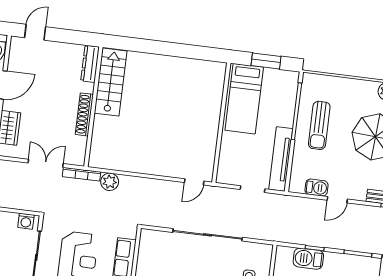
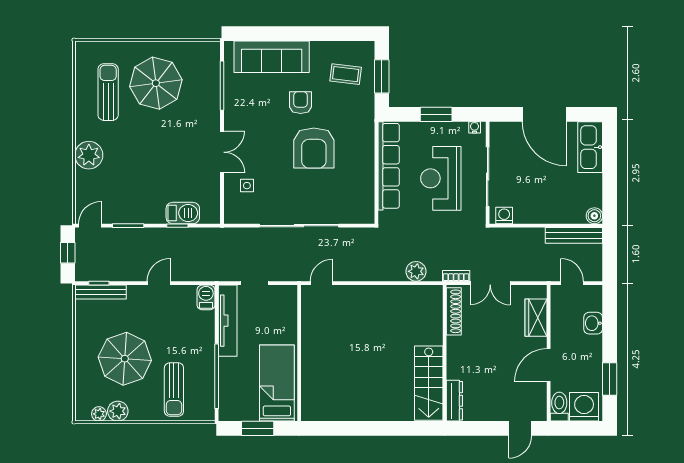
shoe rack: (84, 114) -> (454, 311), moved
sun lounger: (319, 125) -> (174, 390), moved, turned 180
bookcase: (82, 174) -> (456, 276), width x0.64
barbecue: (317, 188) -> (206, 297), moved, turned 90

